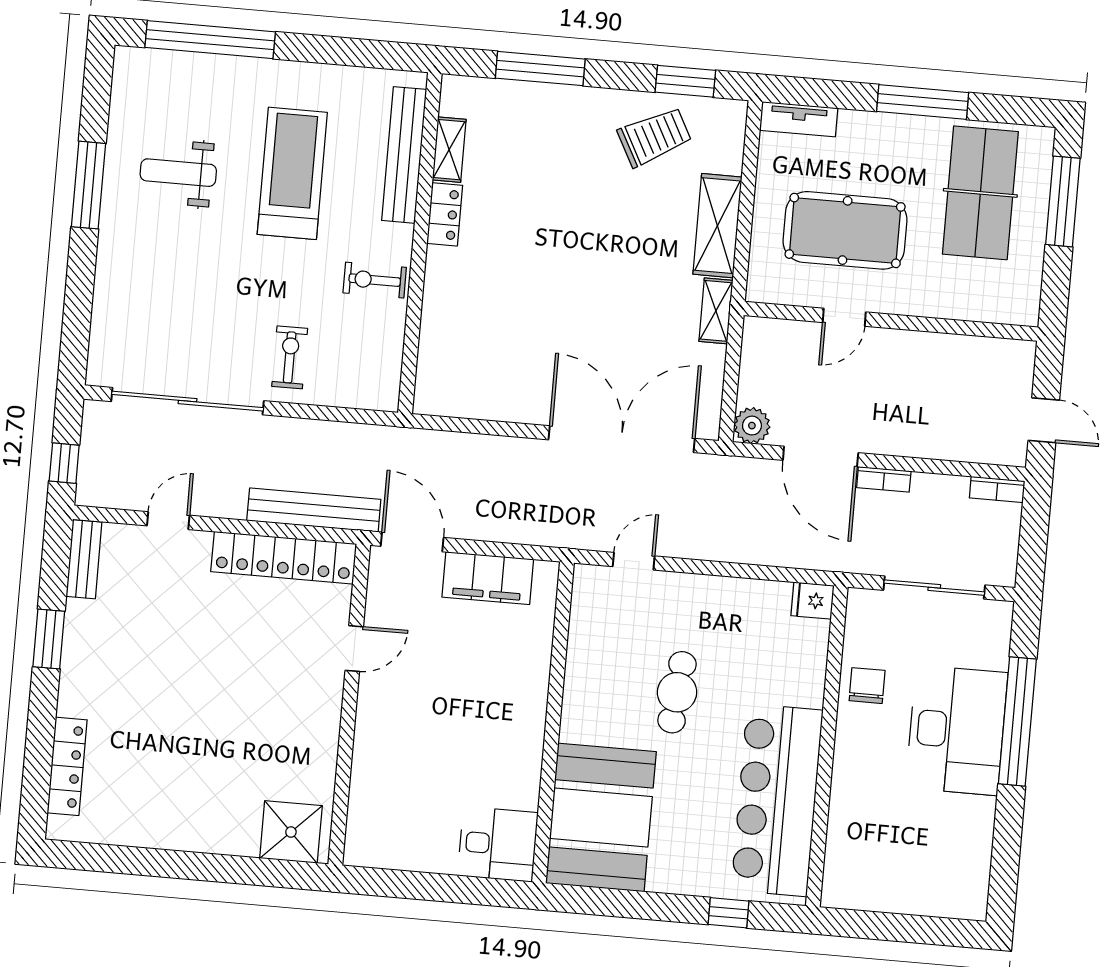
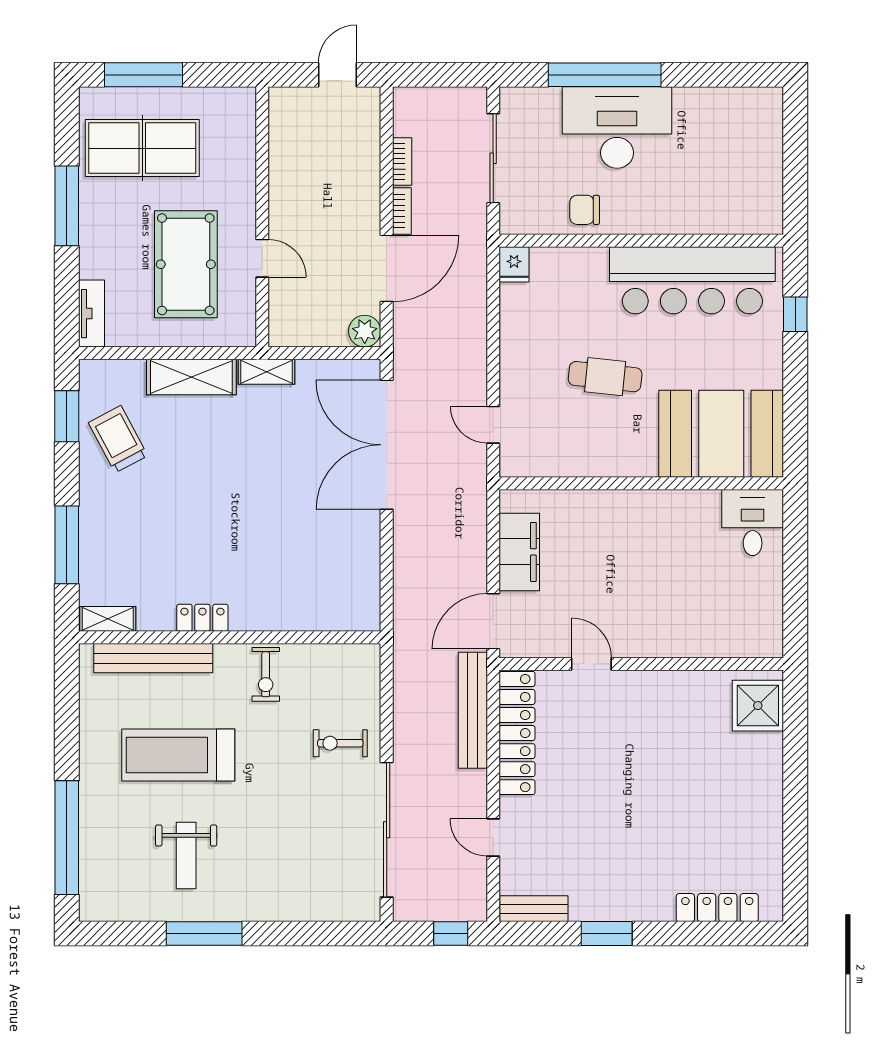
shelving: (449, 150) -> (108, 619), moved
bookcase: (997, 489) -> (402, 161), moved

